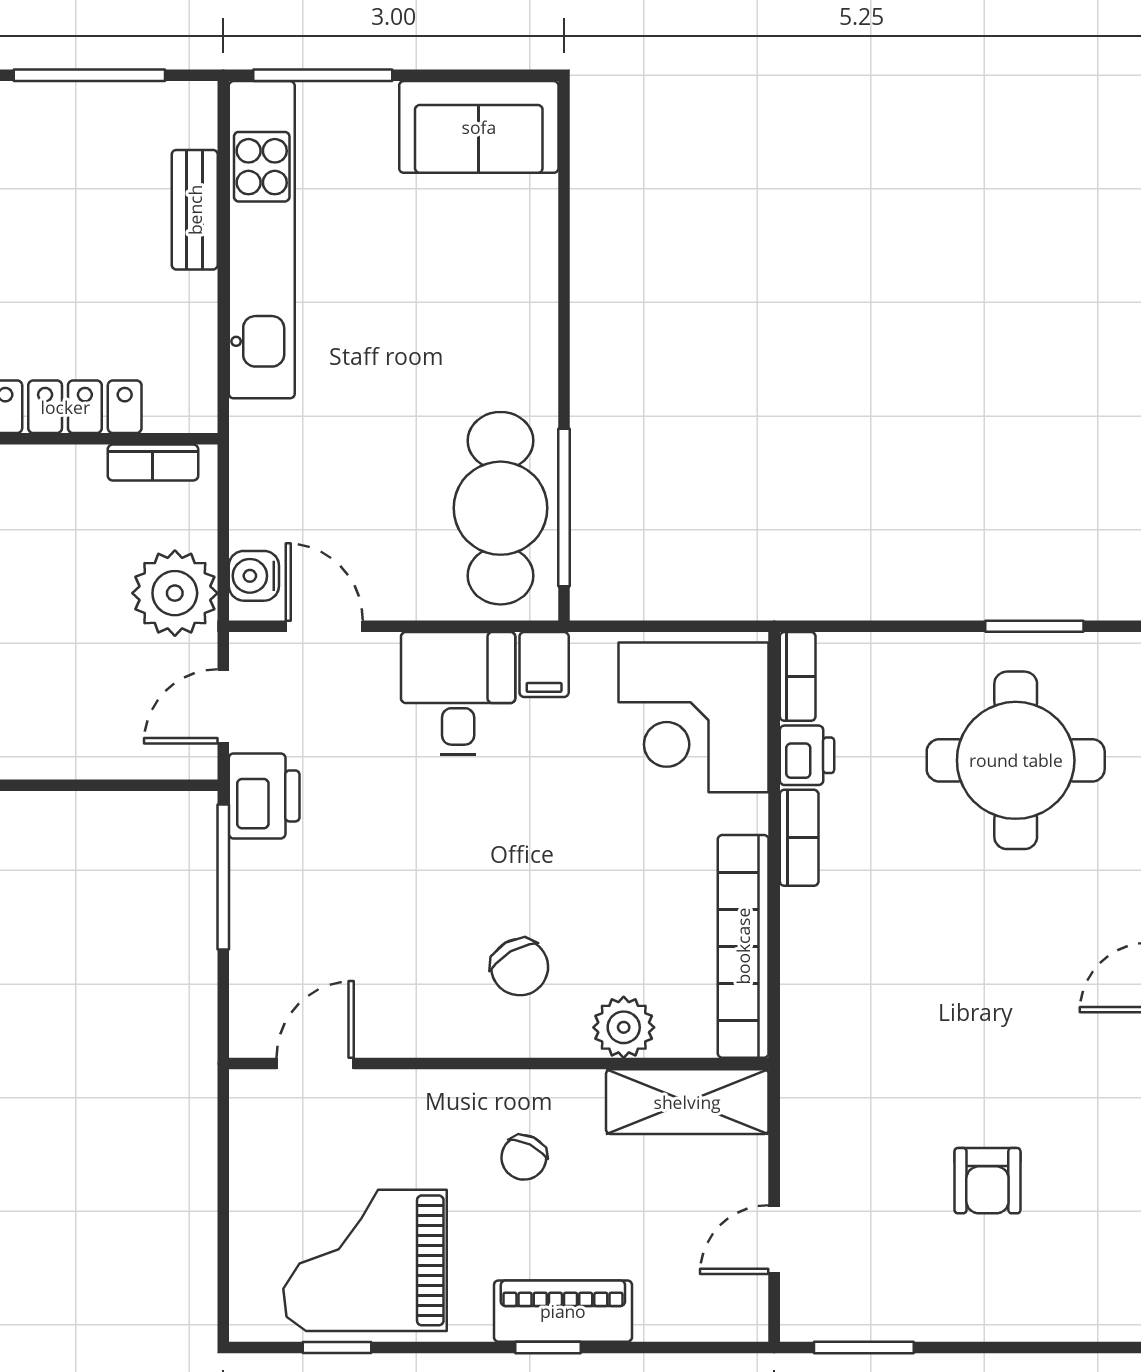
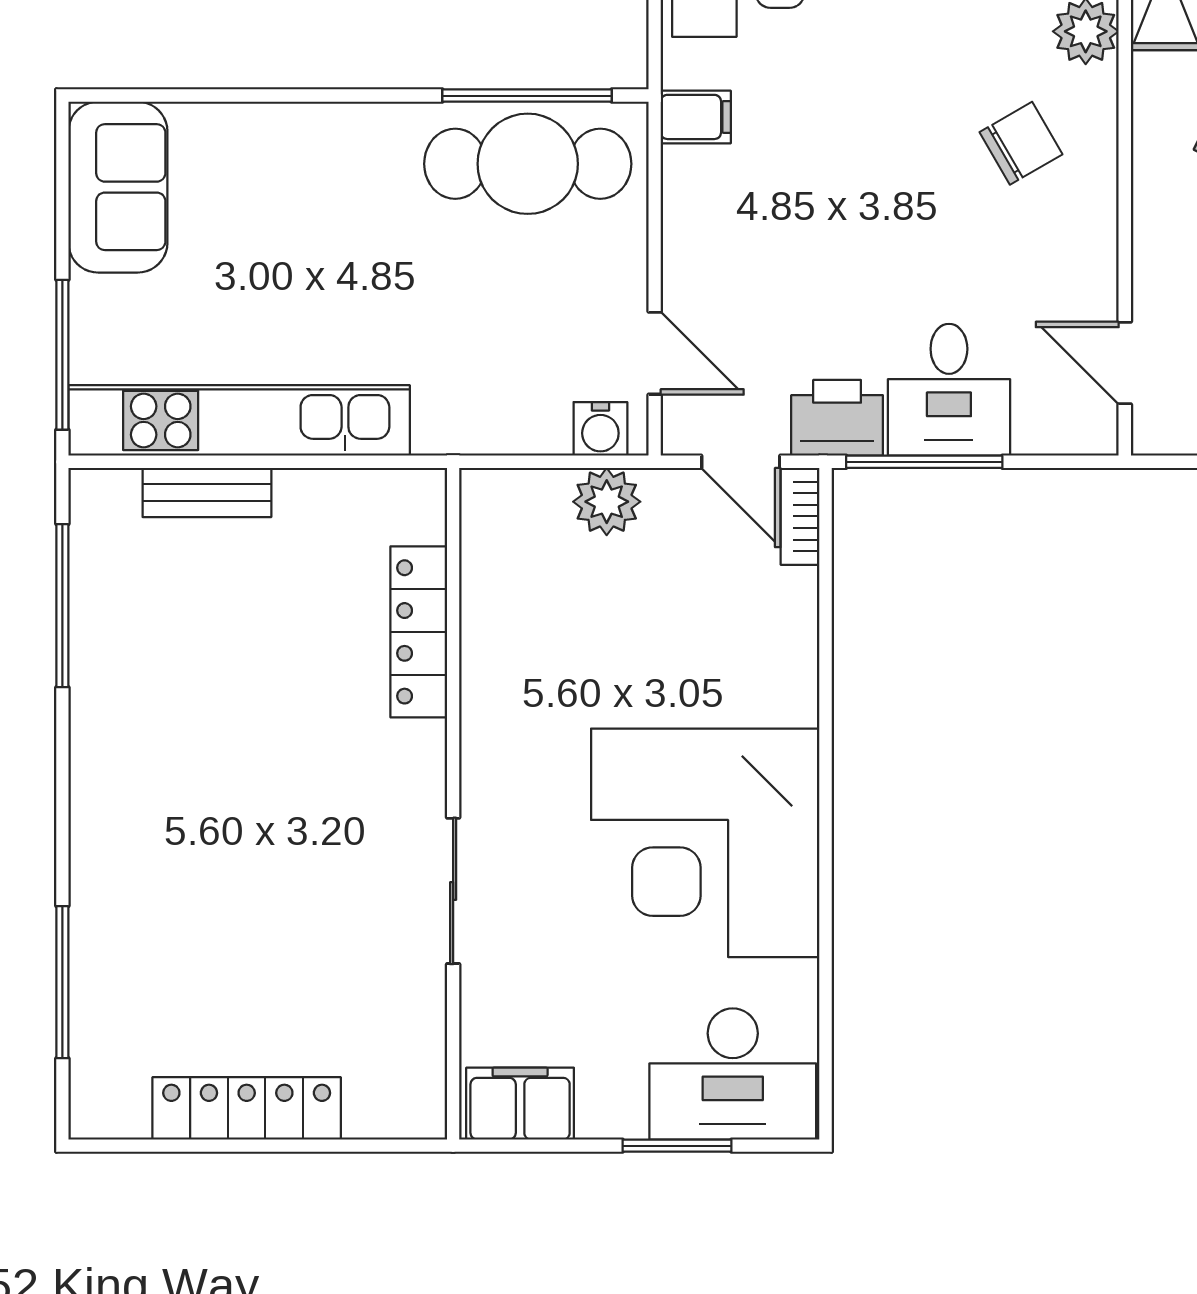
bookcase: (153, 462) -> (800, 516), moved, turned 180
plant: (175, 593) -> (607, 502), width x0.73, depth x0.73
door: (324, 626) -> (655, 353), swing flipped
desk: (458, 693) -> (949, 390), moved, turned -90

